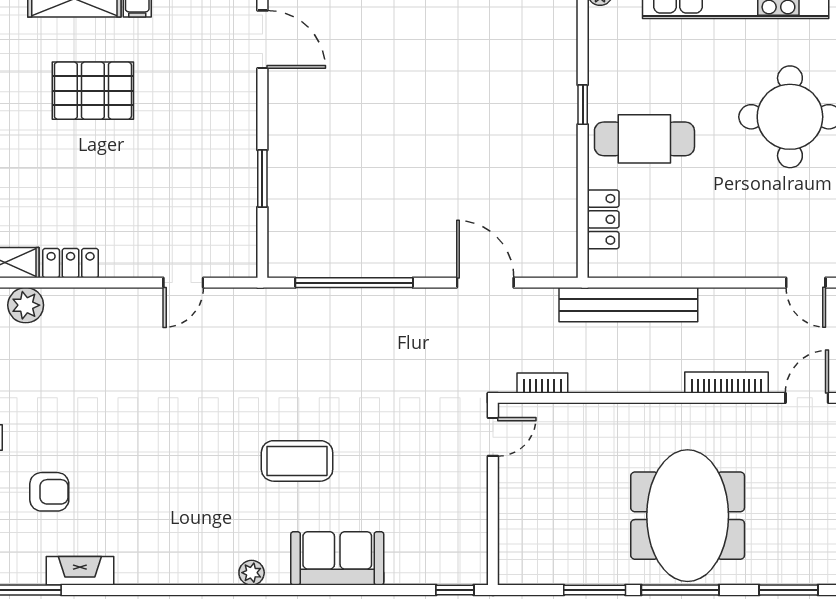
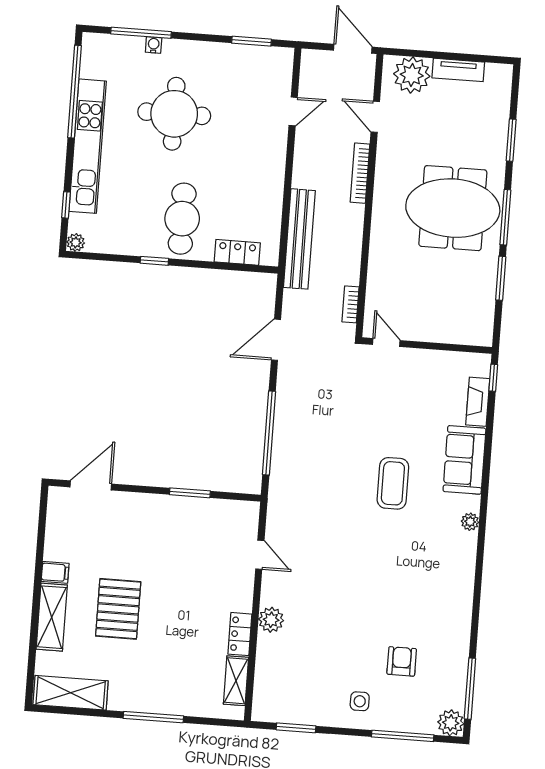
plant: (26, 305) -> (271, 620), moved
fireplace: (80, 571) -> (478, 402), moved

